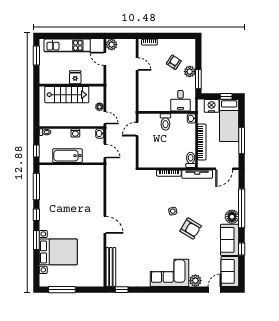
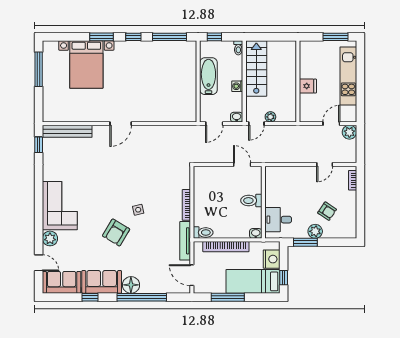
stairs: (67, 95) -> (256, 69), moved, turned 180

